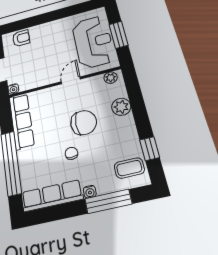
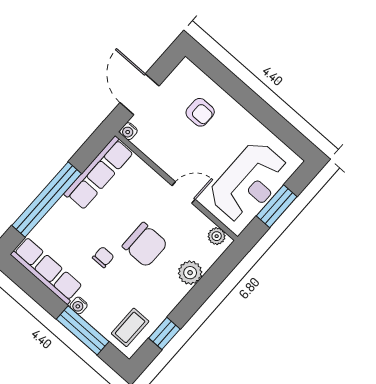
armchair: (21, 38) -> (200, 112), moved
coffee table: (129, 168) -> (130, 327), turned 90

